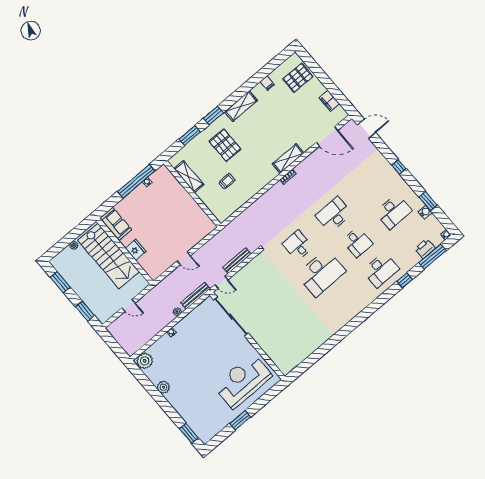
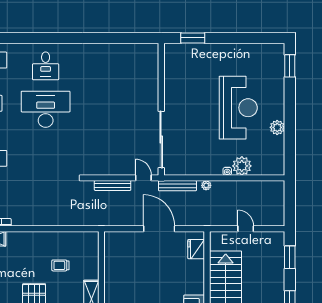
desk: (298, 245) -> (46, 66), moved
fridge: (136, 250) -> (196, 249), moved
door: (184, 258) -> (159, 229), width x1.87
plant: (145, 361) -> (242, 166), moved
reception desk: (243, 381) -> (238, 108), moved, turned -90
window: (240, 420) -> (193, 38), moved

